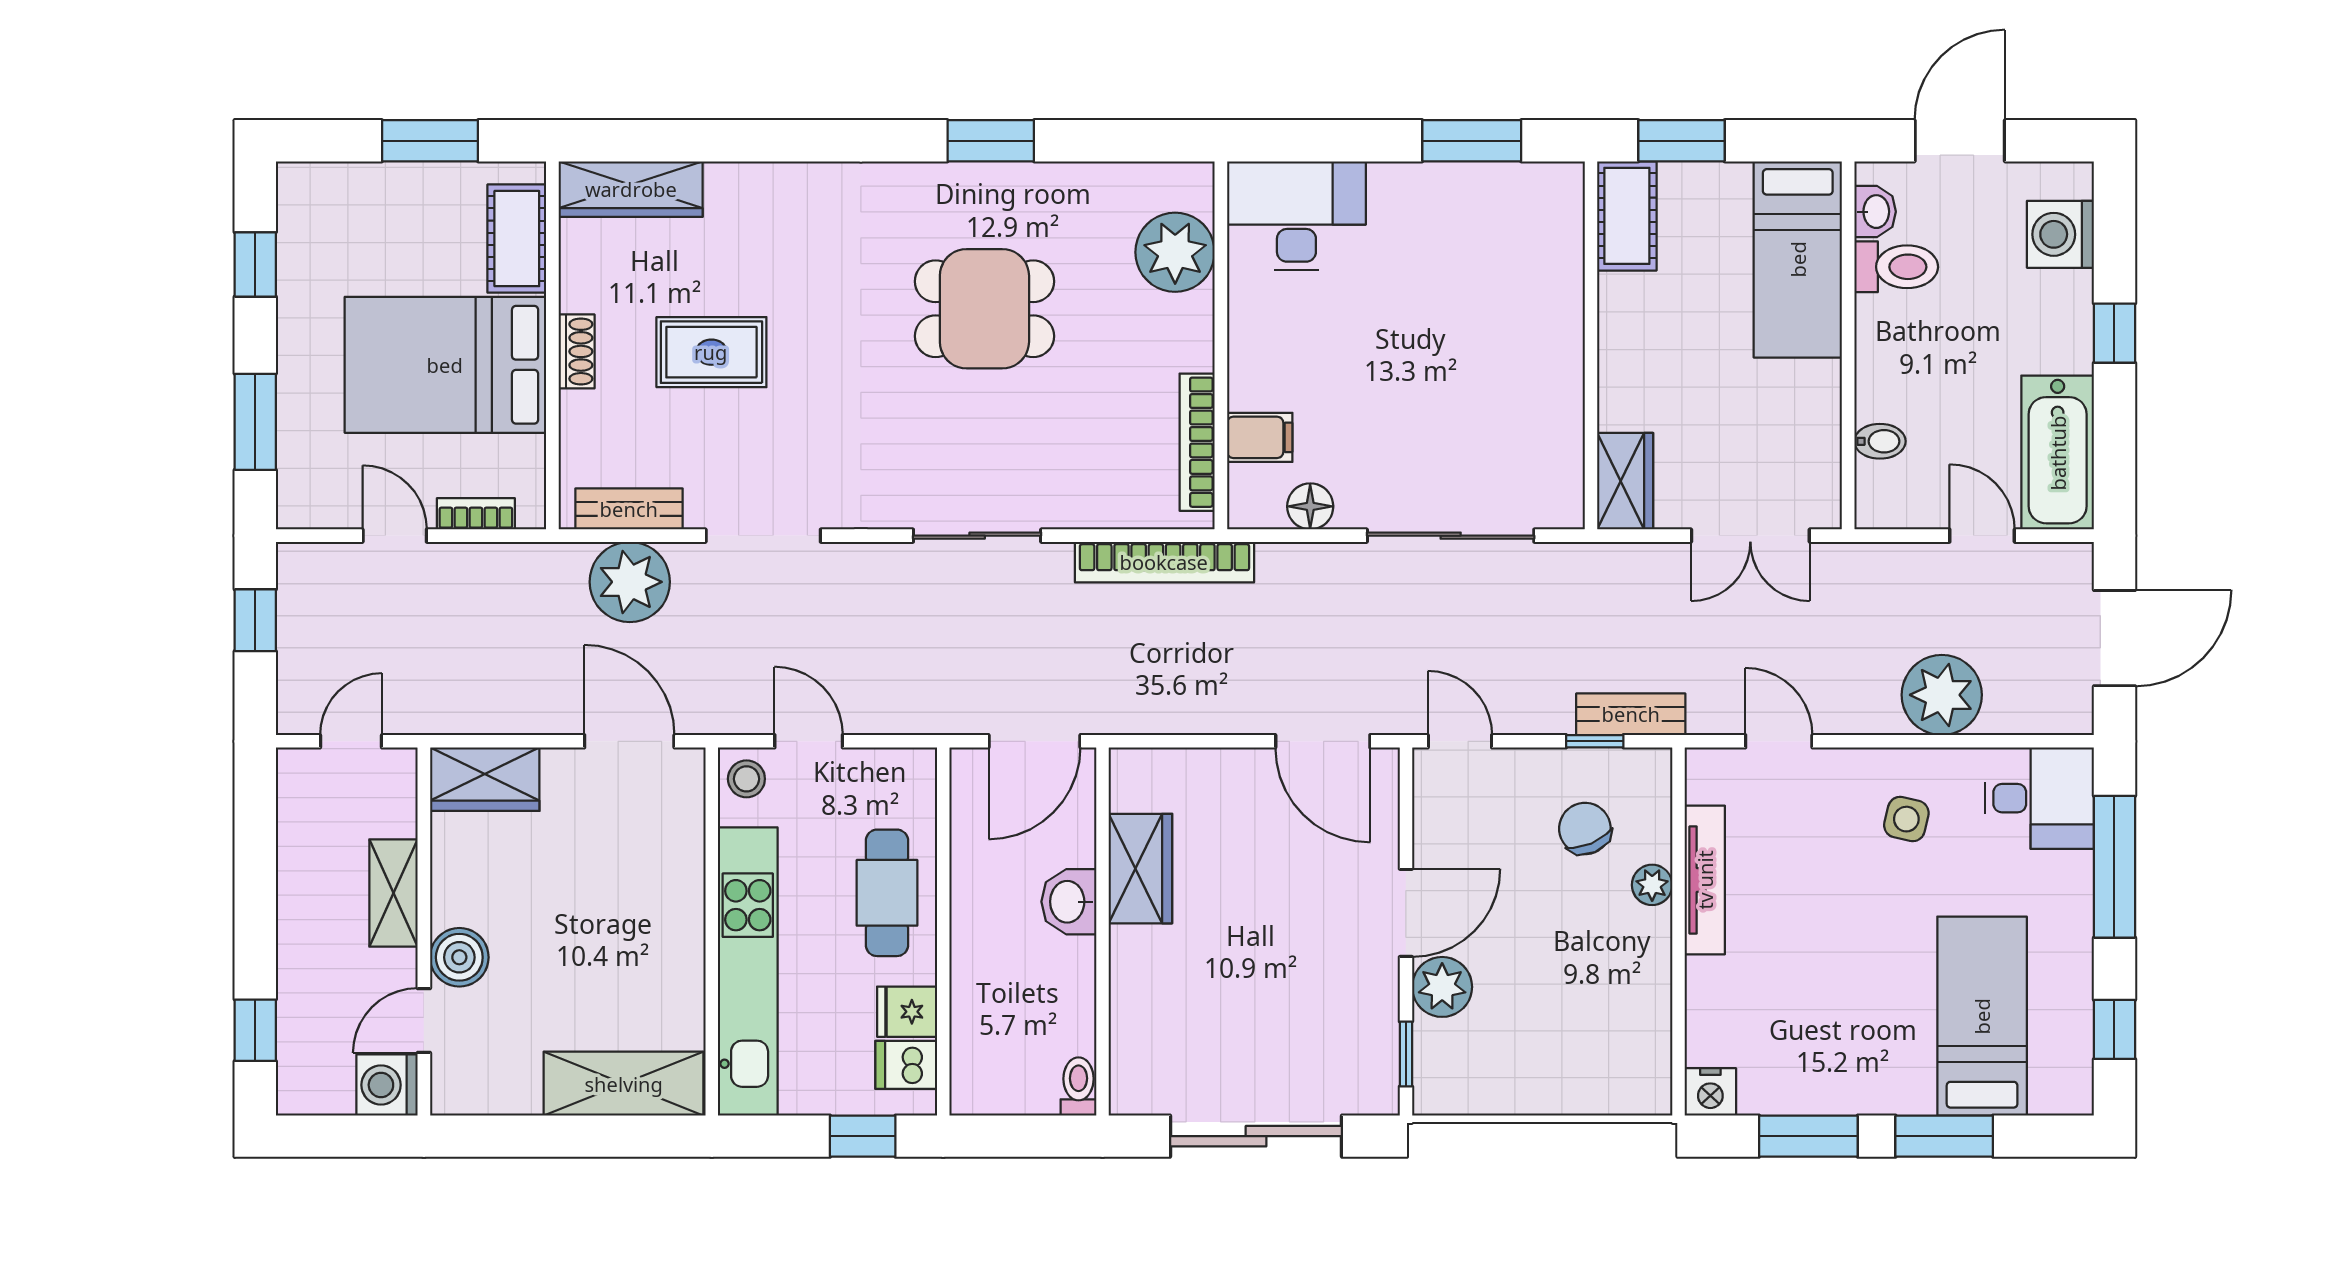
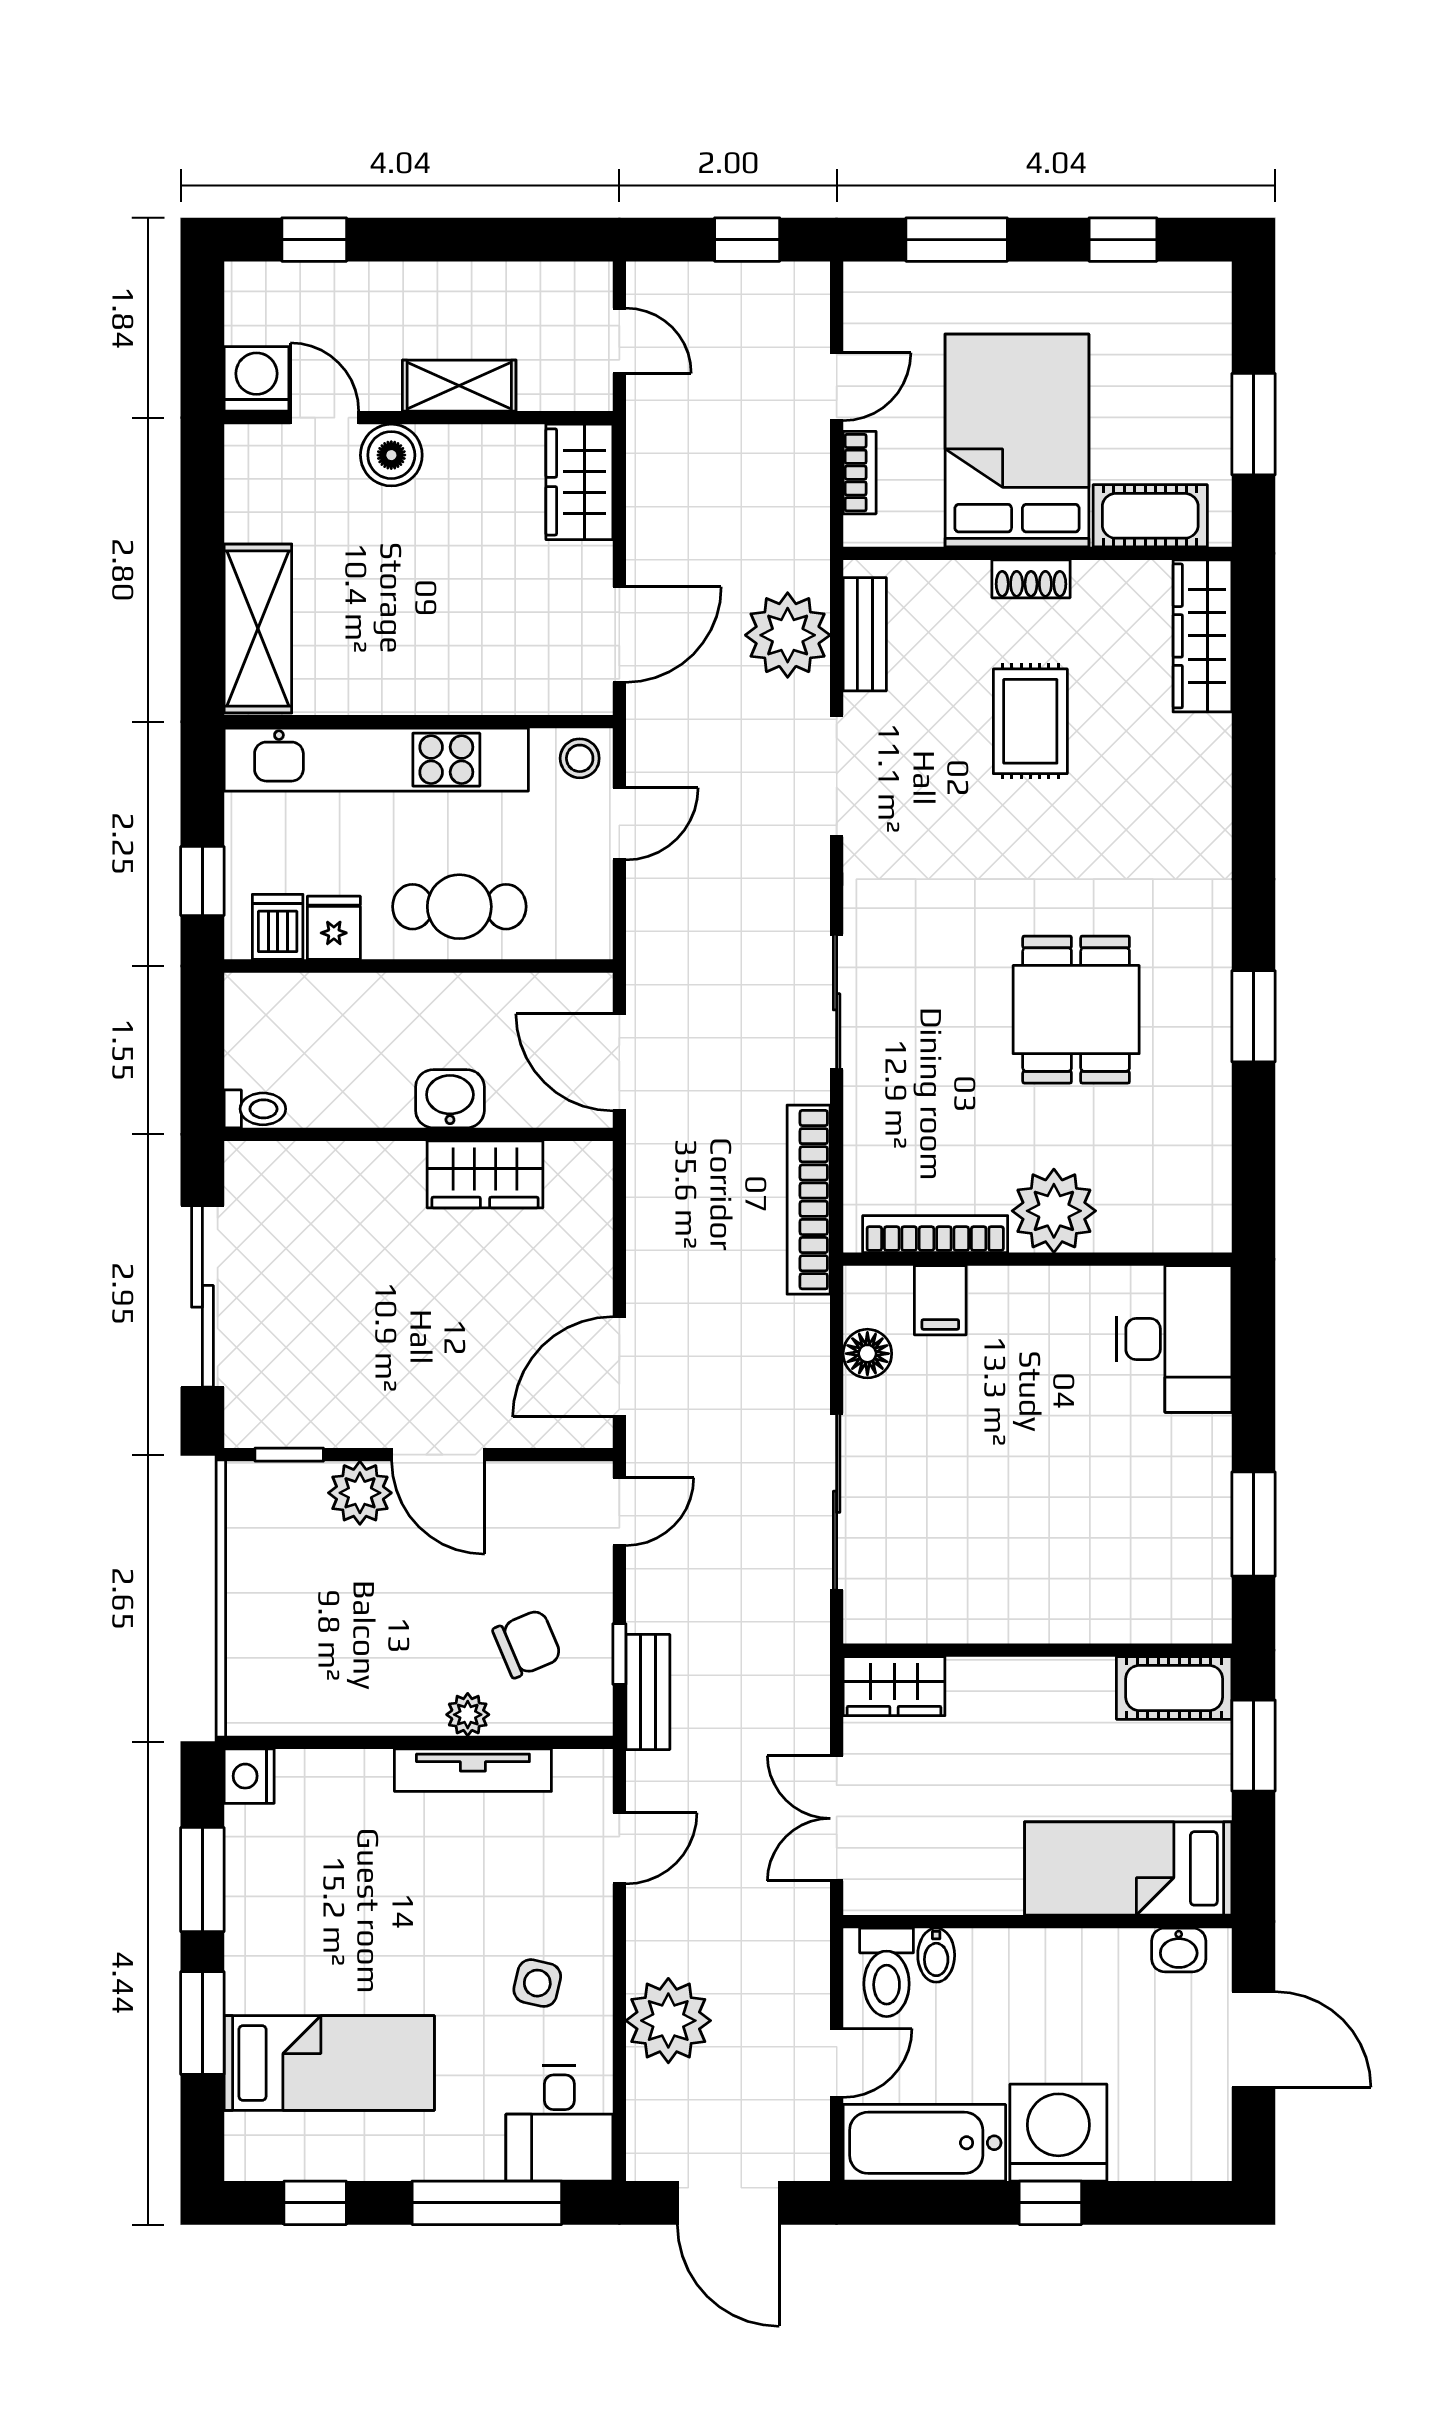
washing machine: (2060, 234) -> (1058, 2133), moved, width x1.37, depth x1.37
plant: (1175, 252) -> (1054, 1211), moved
toilet: (1896, 267) -> (887, 1972), moved

